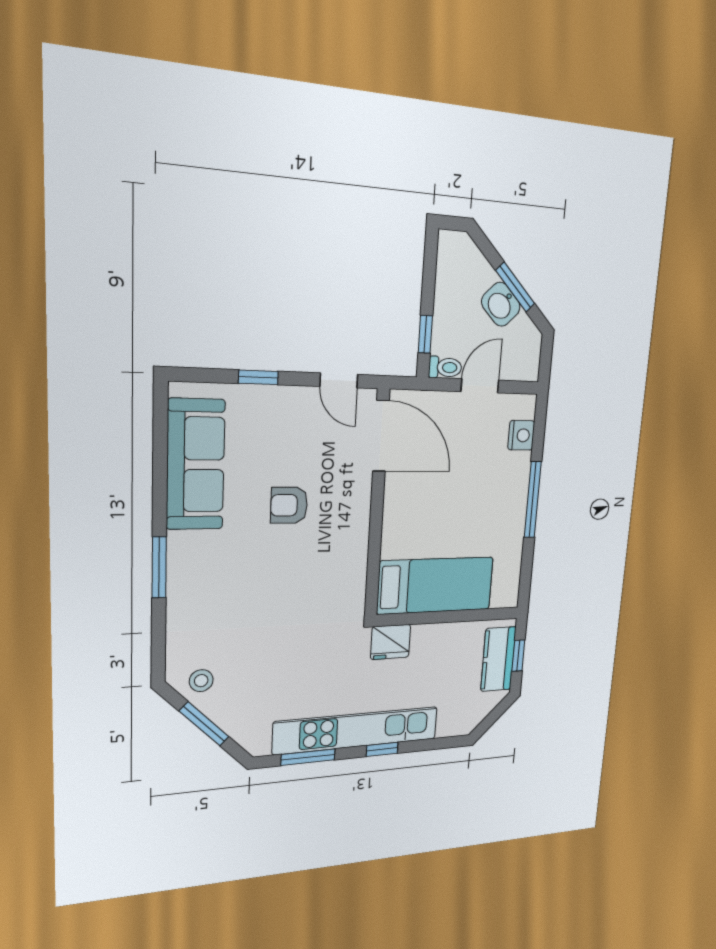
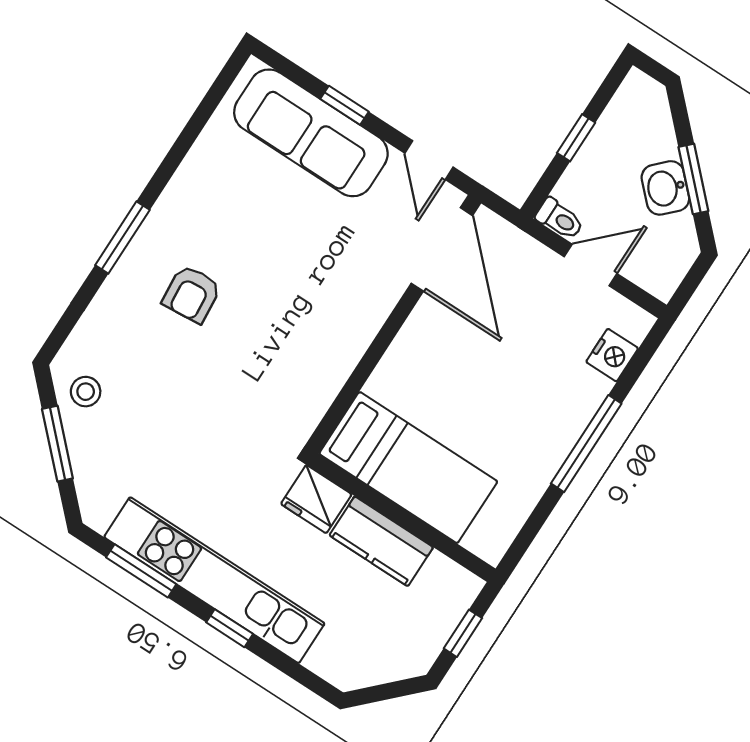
window: (425, 334) -> (576, 138), moved
sofa: (196, 465) -> (311, 133), moved, turned 90
armchair: (289, 505) -> (192, 294), moved, turned -95
kitchen counter: (498, 659) -> (381, 541), moved, turned -90

